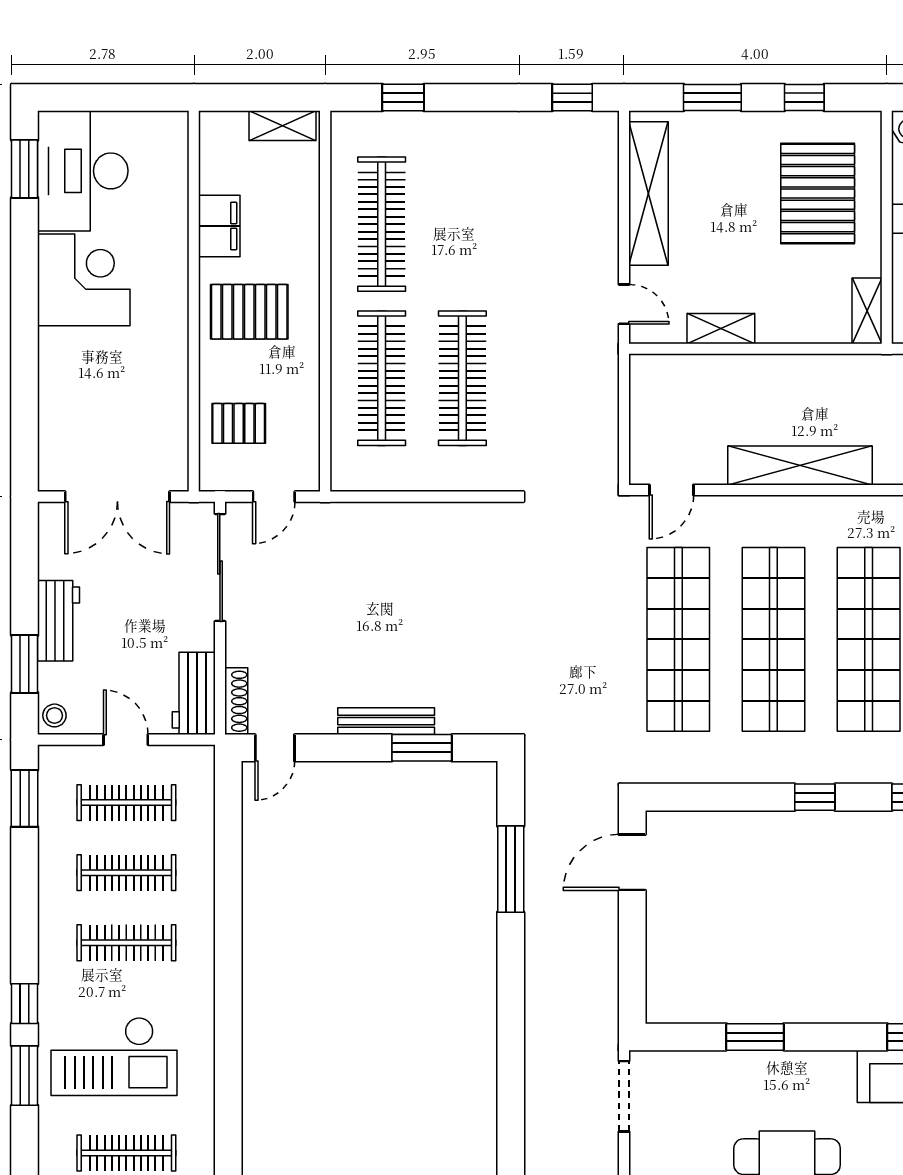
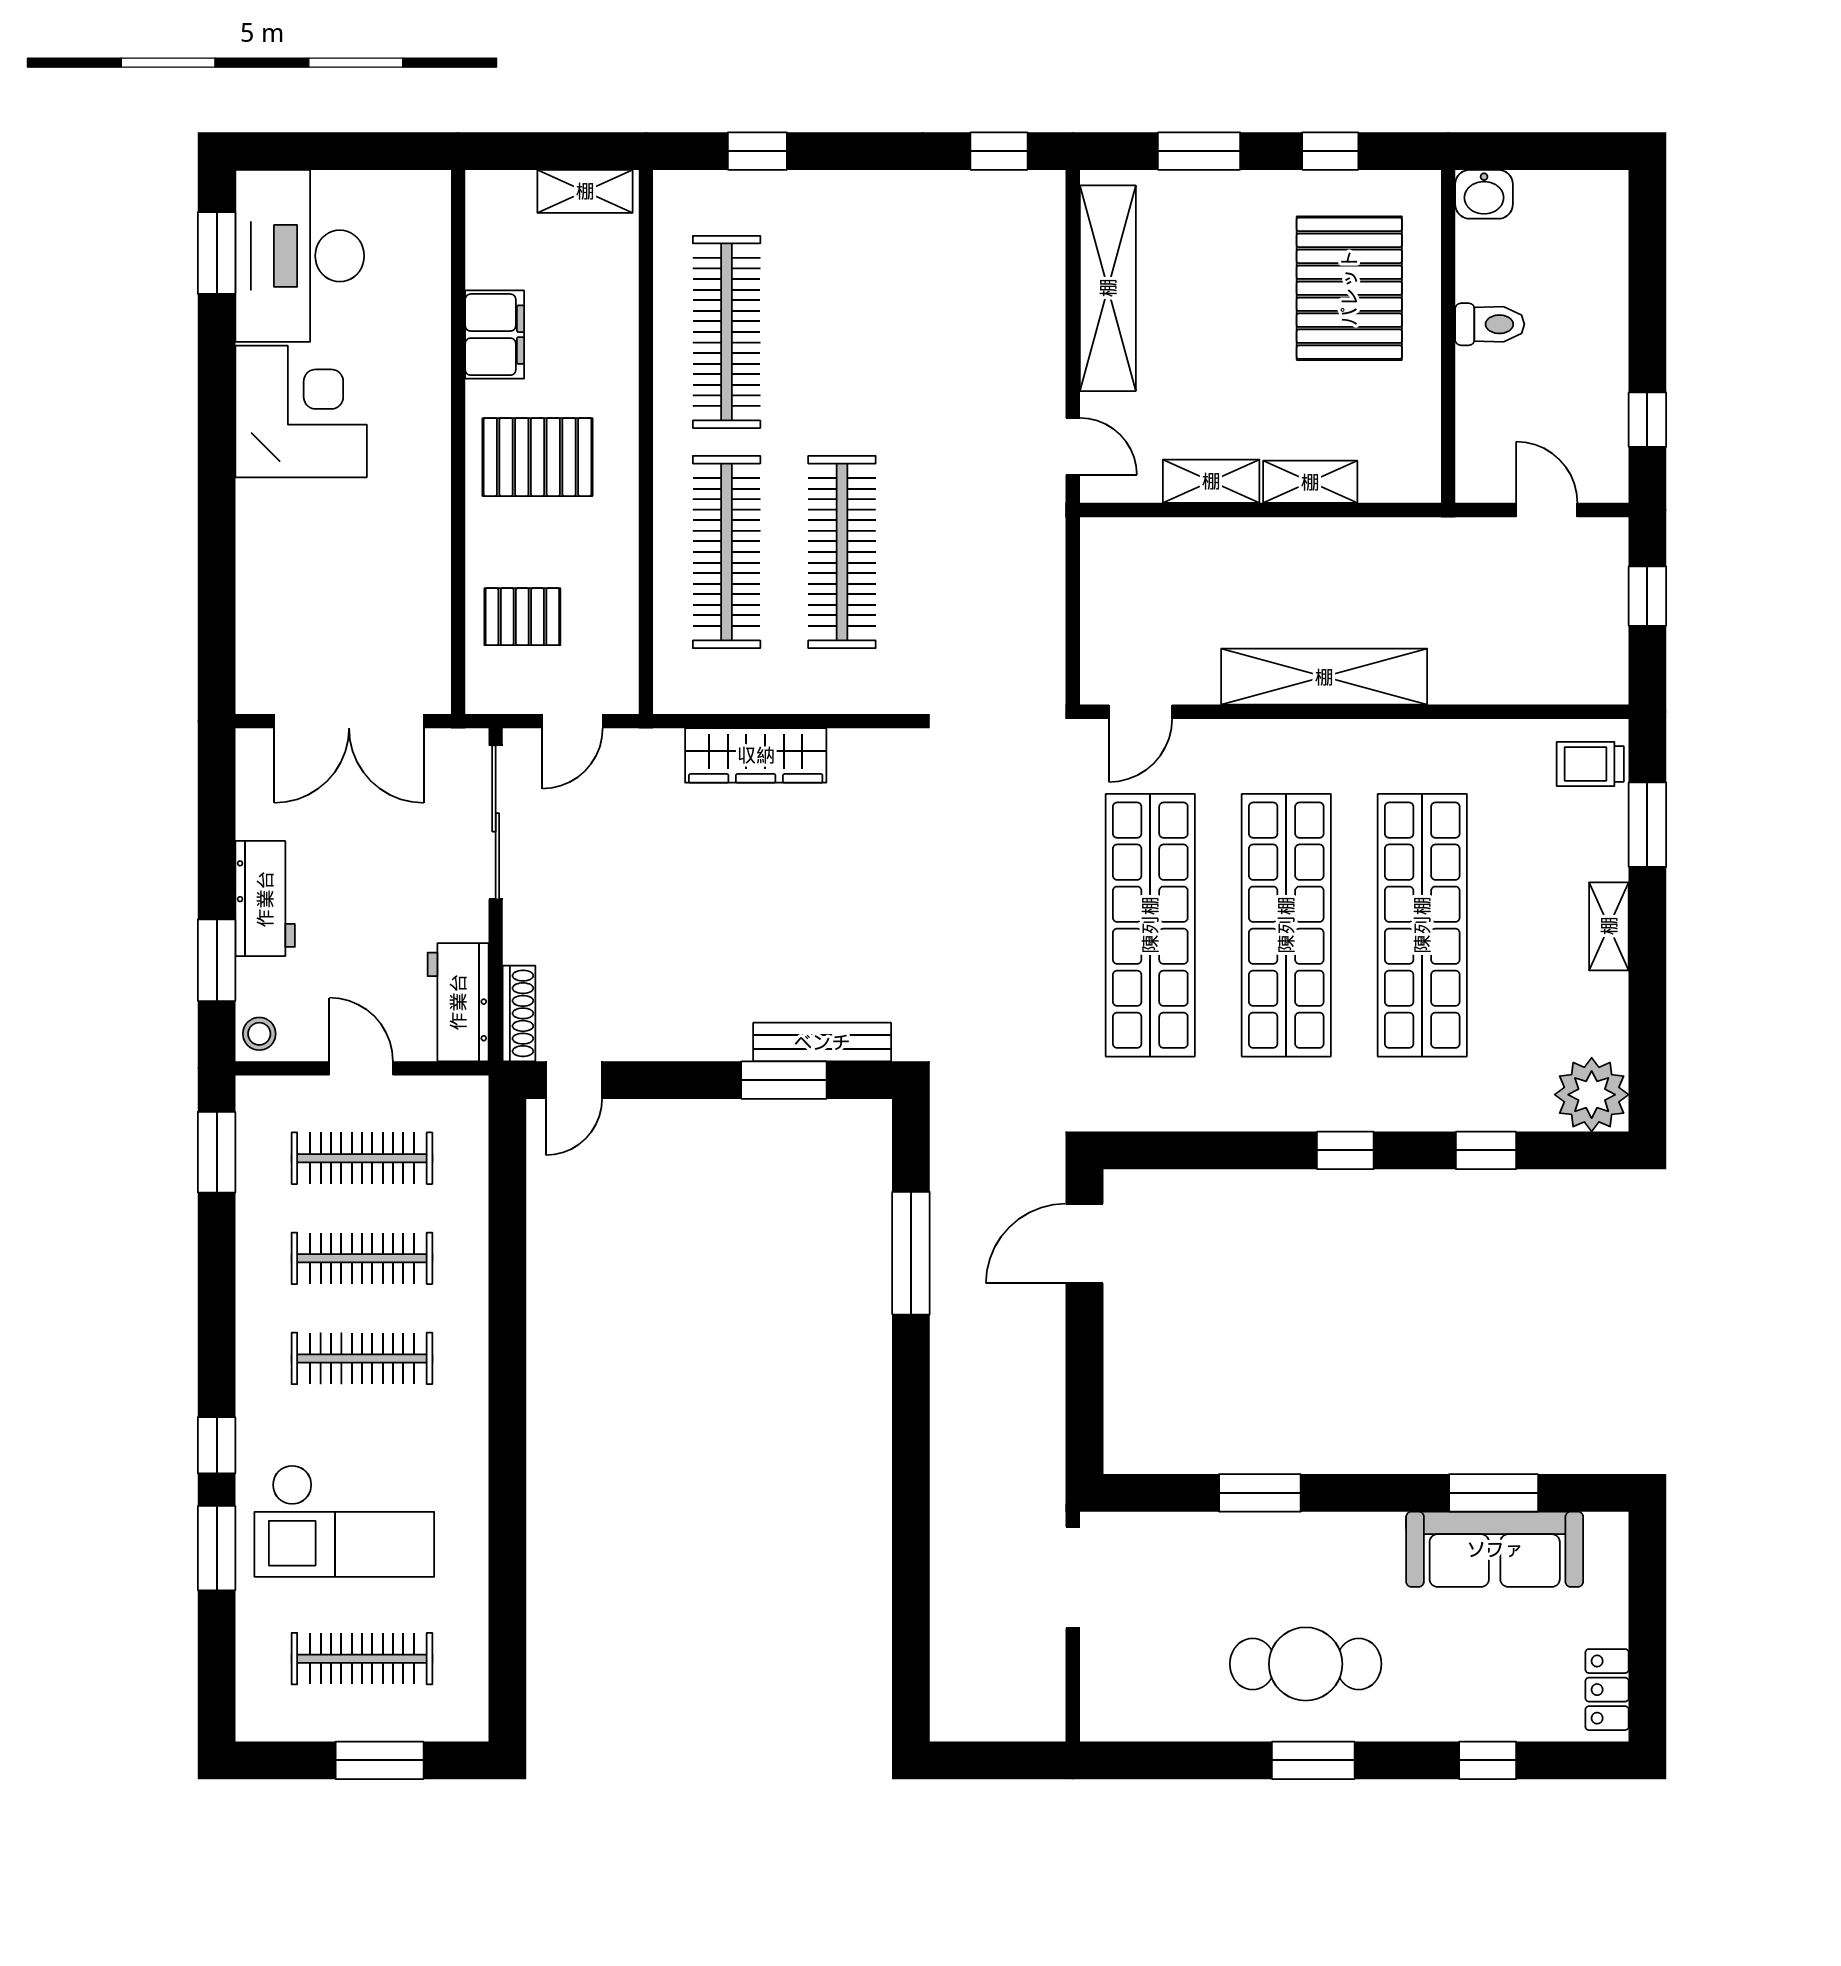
shelving: (867, 311) -> (1310, 482), moved, turned 90
wardrobe: (402, 521) -> (756, 755), added
bench: (386, 721) -> (822, 1042), moved

